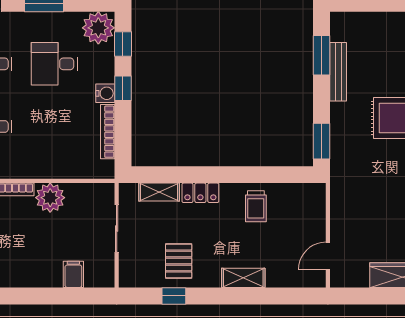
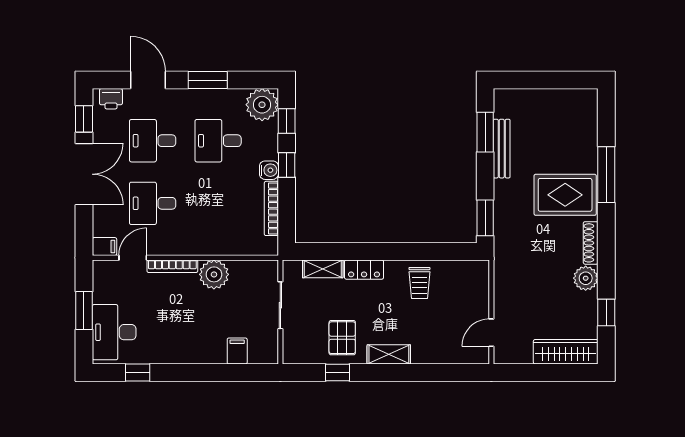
shelving: (243, 278) -> (389, 354), moved

